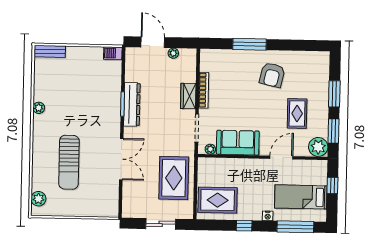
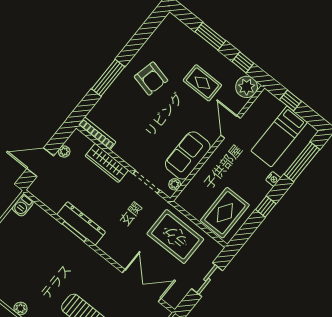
bookcase: (204, 90) -> (97, 133), moved
wardrobe: (188, 96) -> (107, 163), width x1.50
window: (334, 131) -> (243, 62), width x0.67
double door: (121, 159) -> (142, 286), moved

